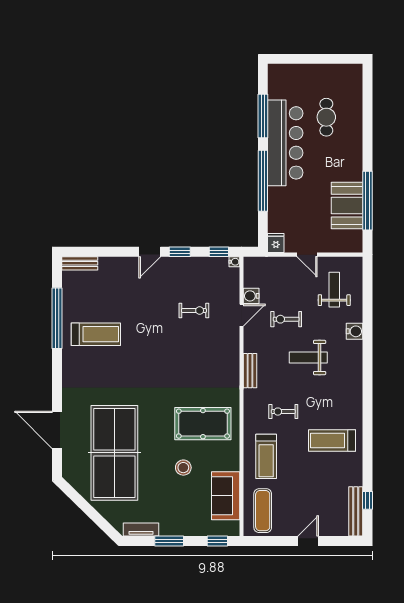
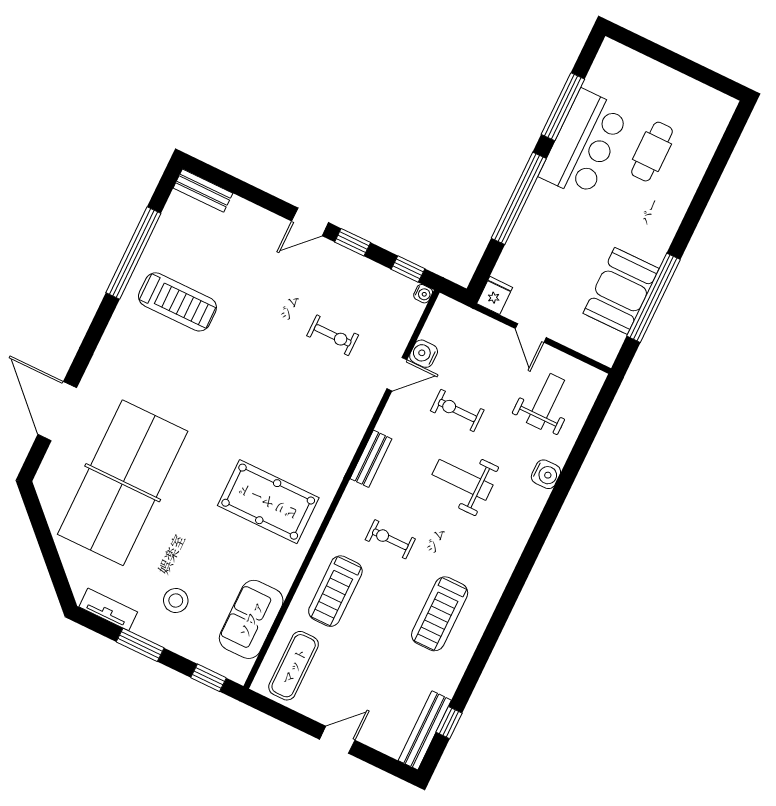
bar counter: (285, 143) -> (584, 144), width x0.73
treadmill: (332, 441) -> (440, 614), turned -90
stool: (183, 468) -> (176, 600), moved

